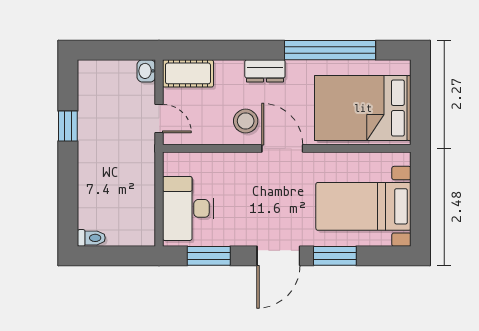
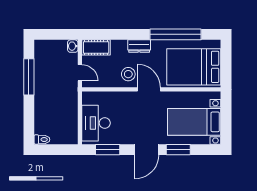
window: (68, 126) -> (29, 77), width x2.17

